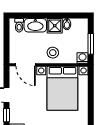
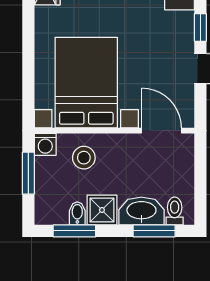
window: (29, 16) -> (154, 231), added
window: (68, 16) -> (74, 231), added
stool: (53, 53) -> (84, 158), moved

